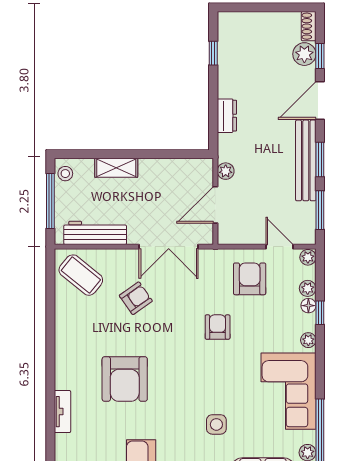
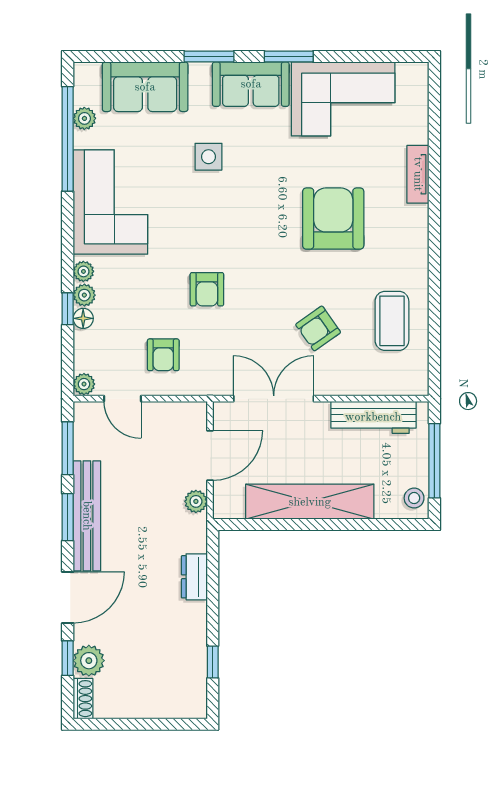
shelving: (116, 168) -> (310, 502), width x2.20, depth x1.33
coffee table: (81, 275) -> (392, 321), moved, turned 51
armchair: (250, 279) -> (163, 355), width x0.72, depth x0.72
plant: (308, 288) -> (84, 295), moved

